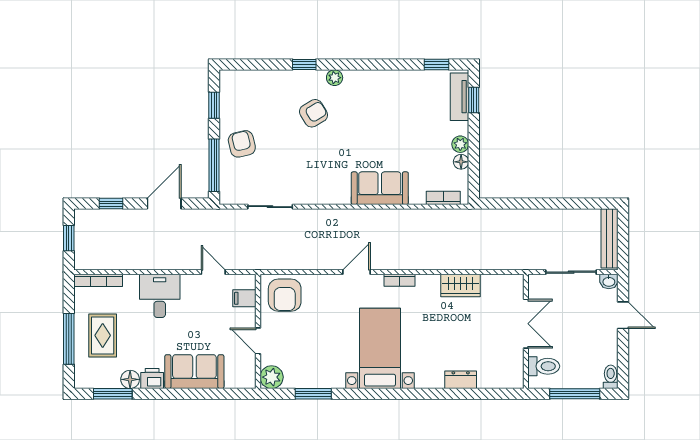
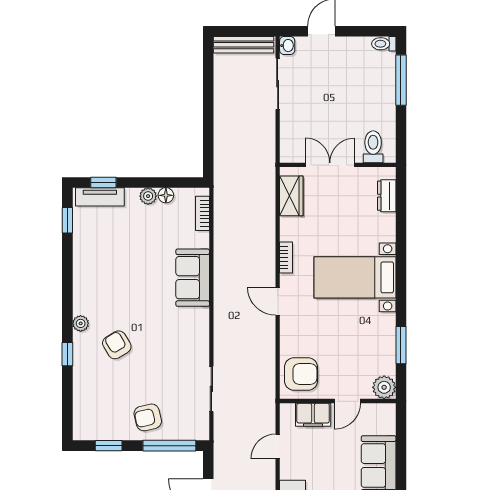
filing cabinet: (244, 298) -> (313, 415), width x2.00
double door: (526, 324) -> (330, 165), moved
wall: (526, 331) -> (338, 165), moved
toilet: (544, 366) -> (373, 147), moved

